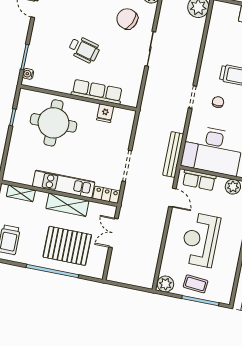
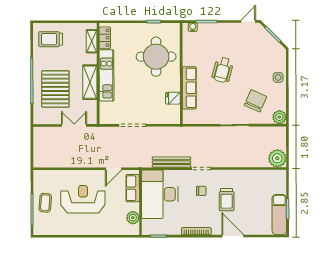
bench: (173, 155) -> (171, 162), moved
locker: (107, 195) -> (105, 38), moved
plant: (165, 284) -> (40, 178), removed

